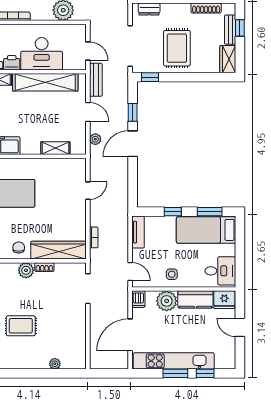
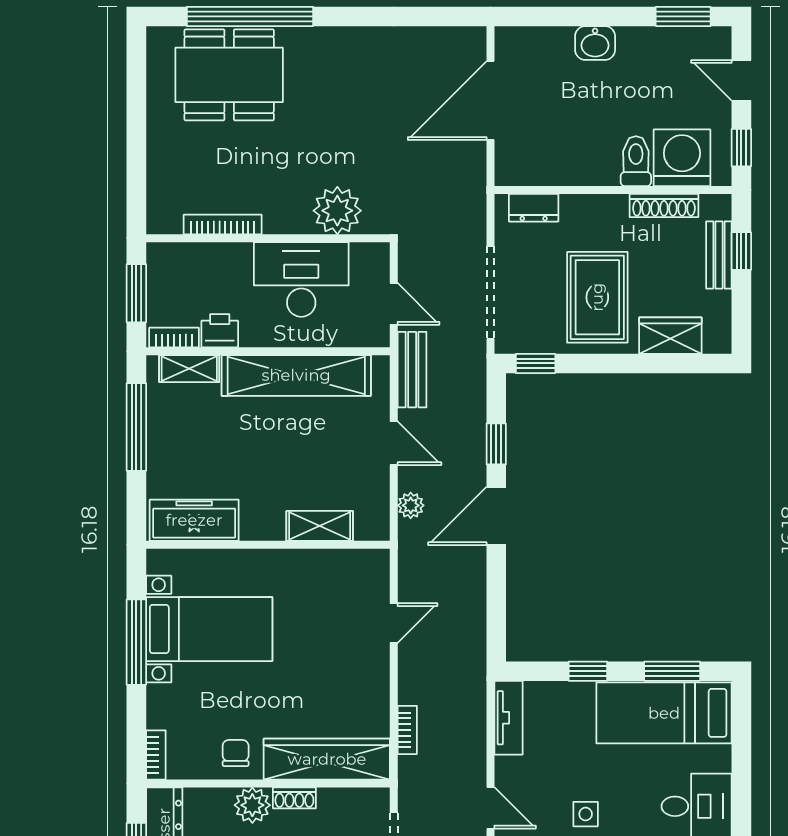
desk: (42, 54) -> (301, 279), moved, turned 180
wardrobe: (228, 59) -> (670, 336), moved, turned 90

